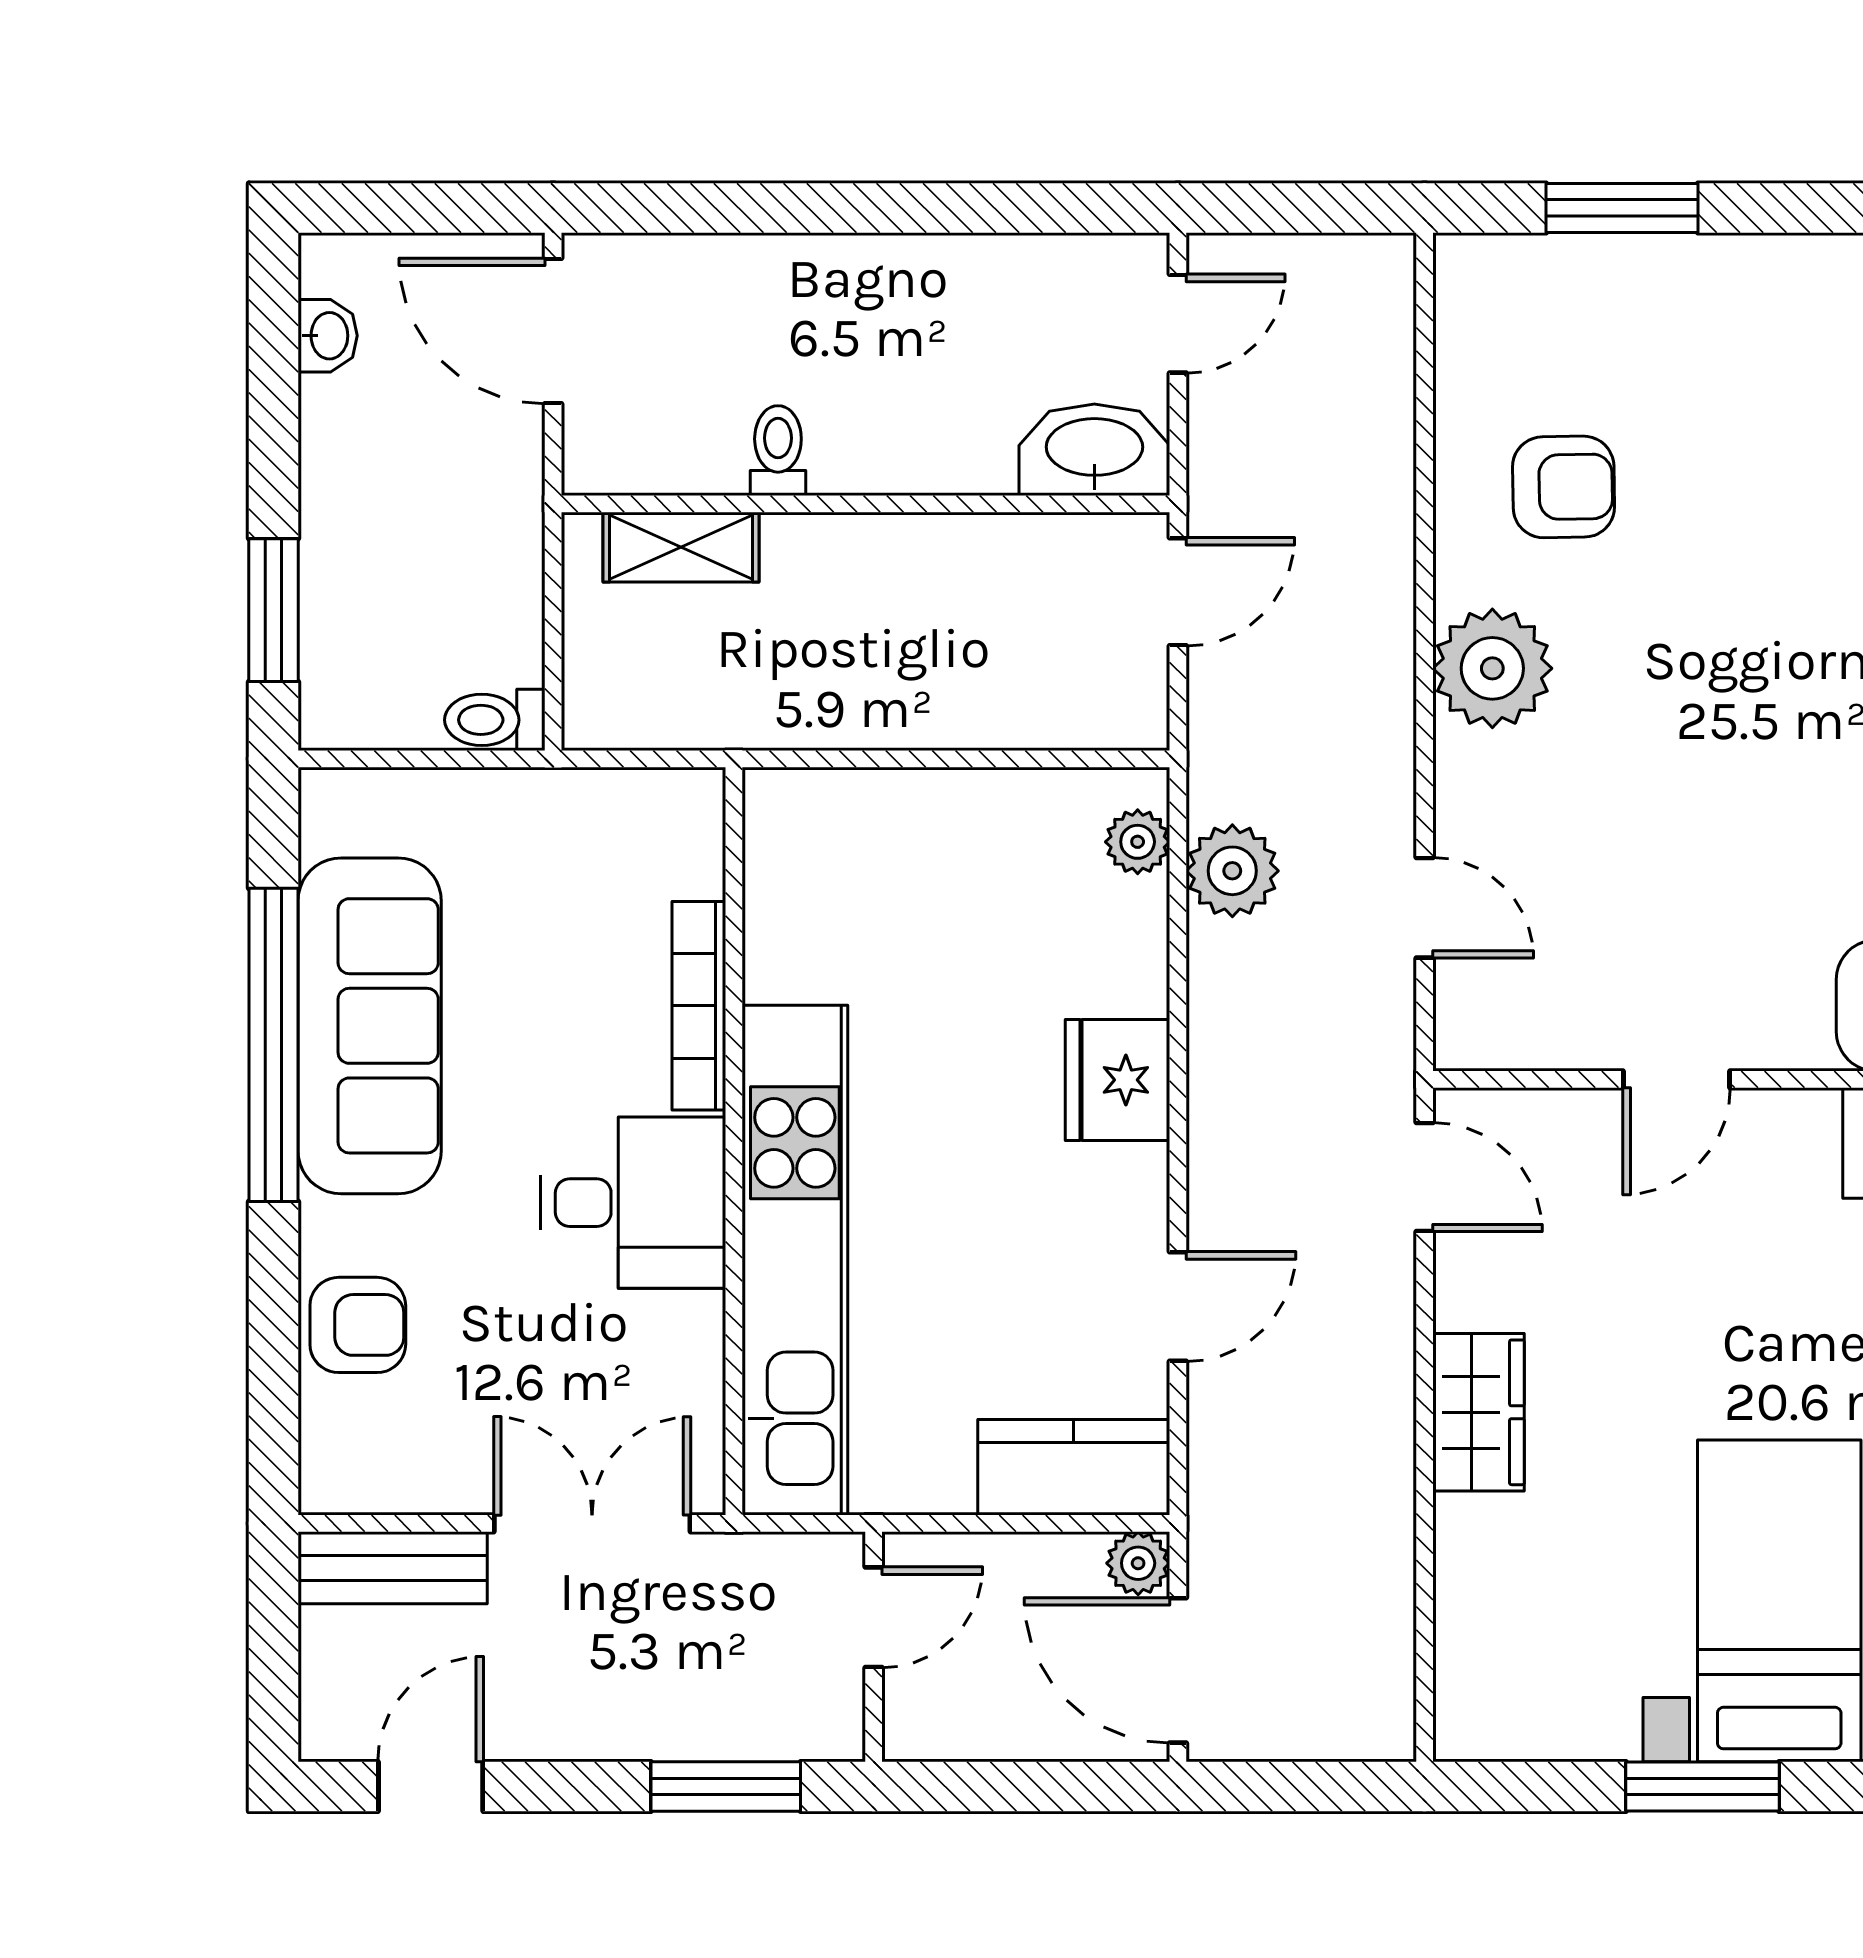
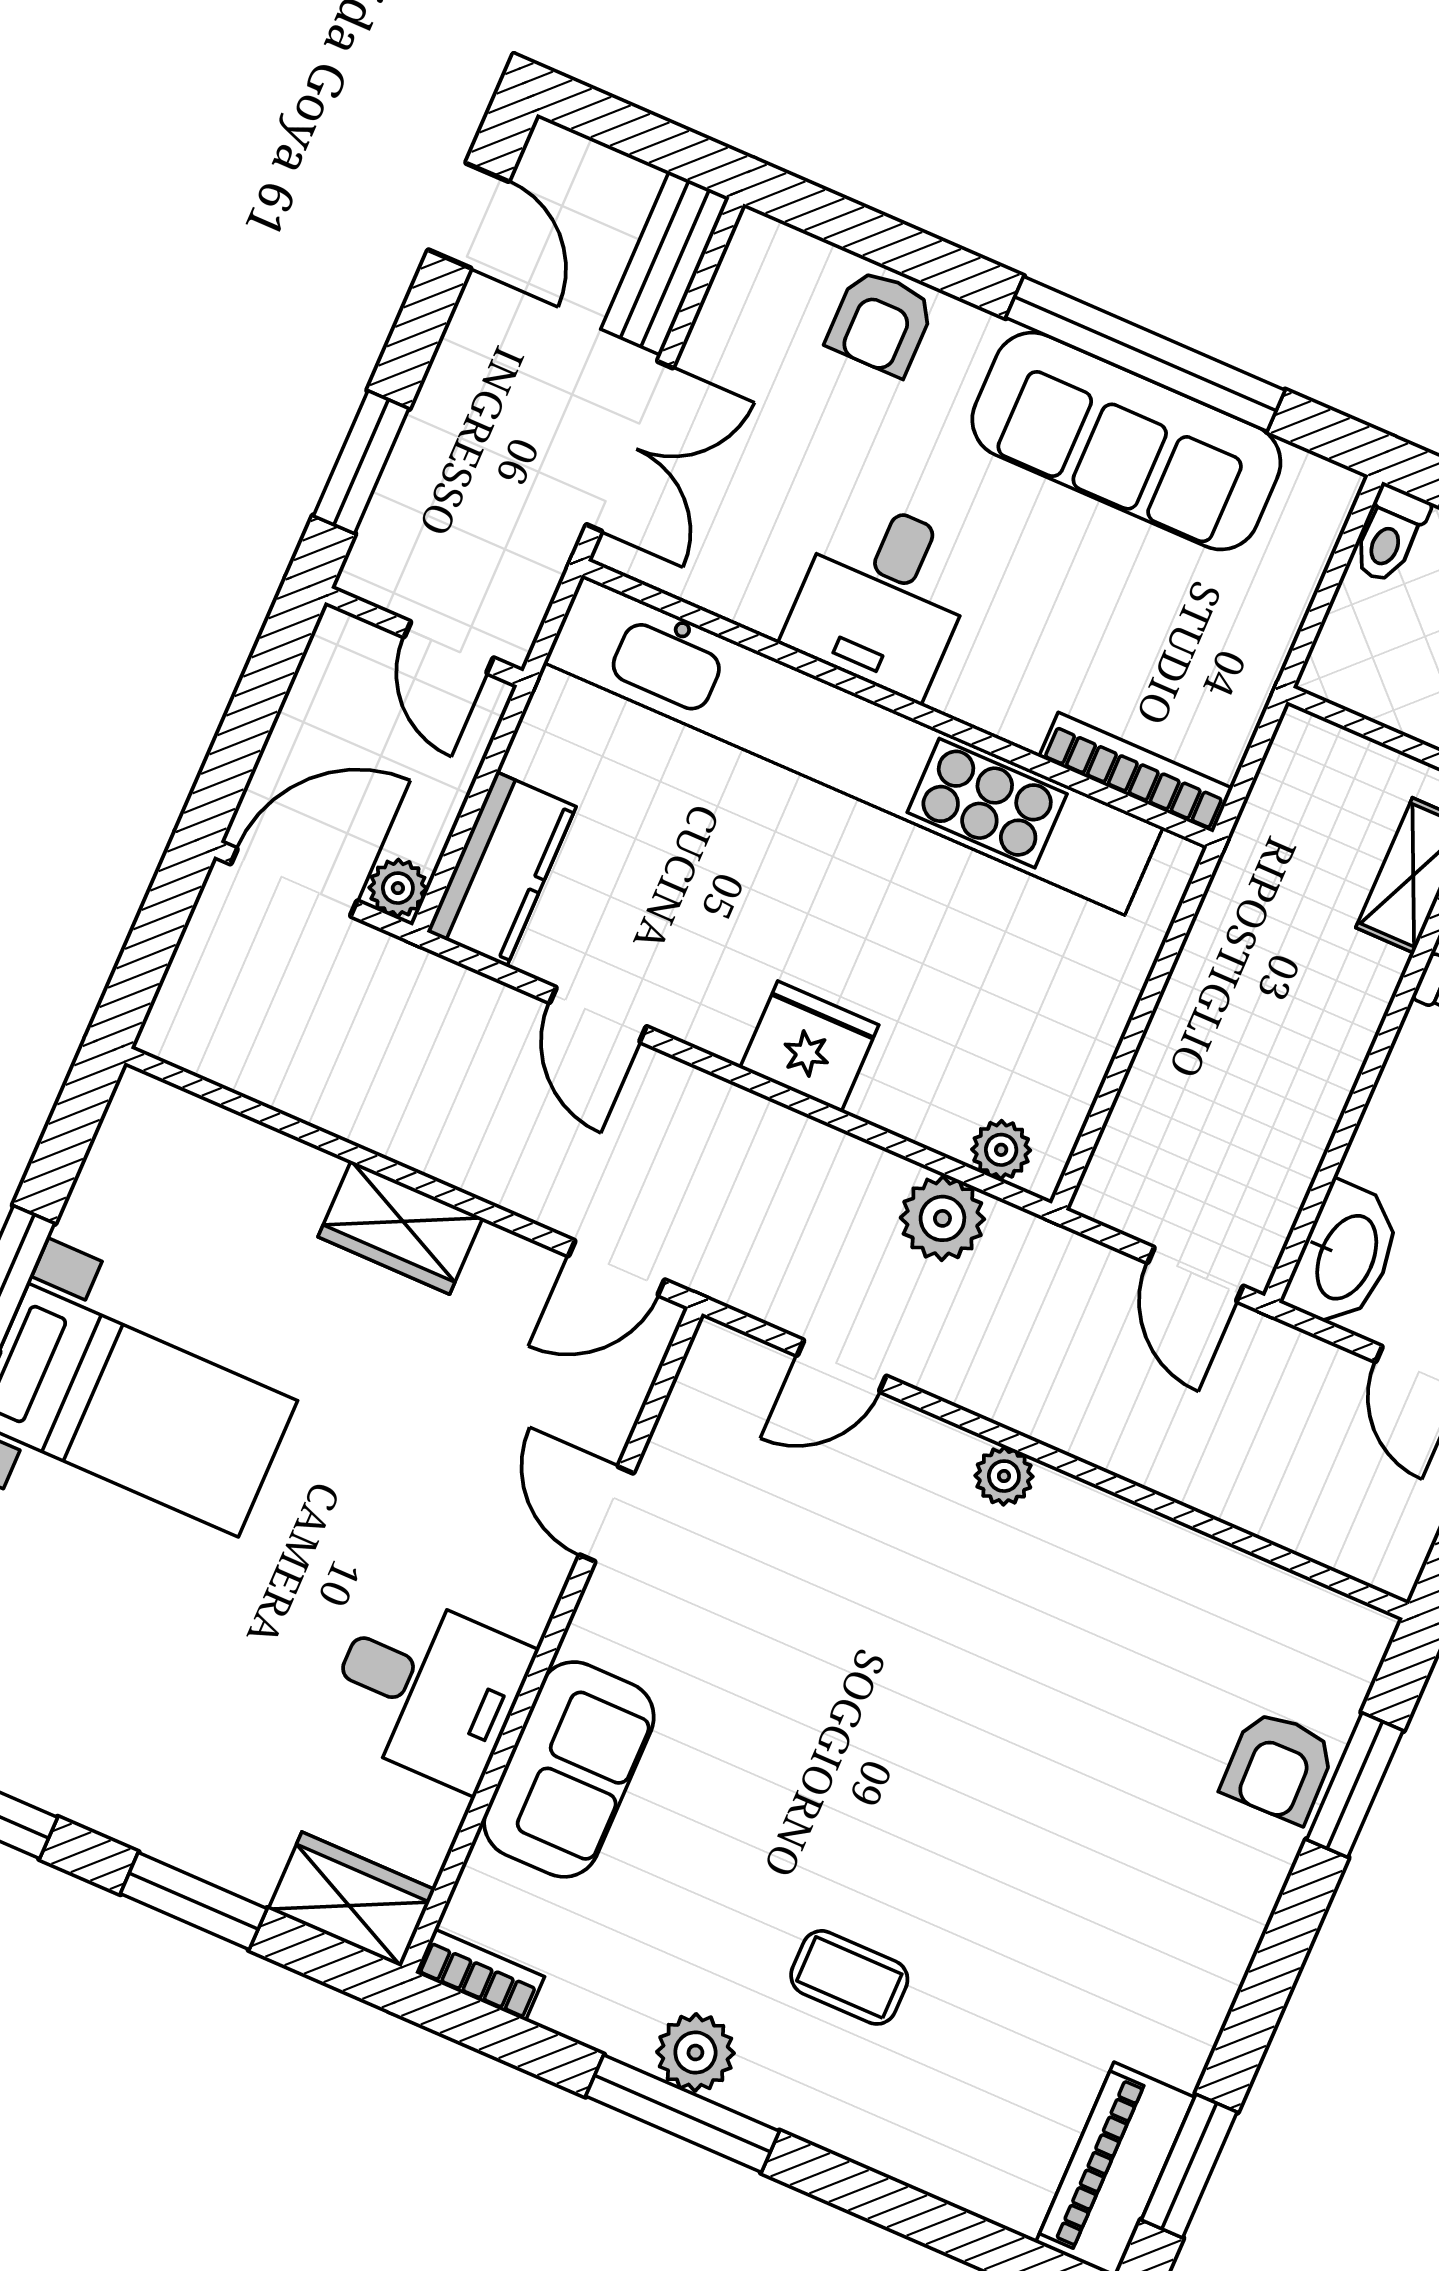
armchair: (1564, 487) -> (1278, 1767), moved
plant: (1492, 668) -> (1004, 1476), width x0.53, depth x0.53
toilet: (495, 720) -> (1390, 534), moved, turned 180
bookcase: (699, 1006) -> (1136, 772), moved
kitchen unit: (795, 1260) -> (853, 745), width x1.36

